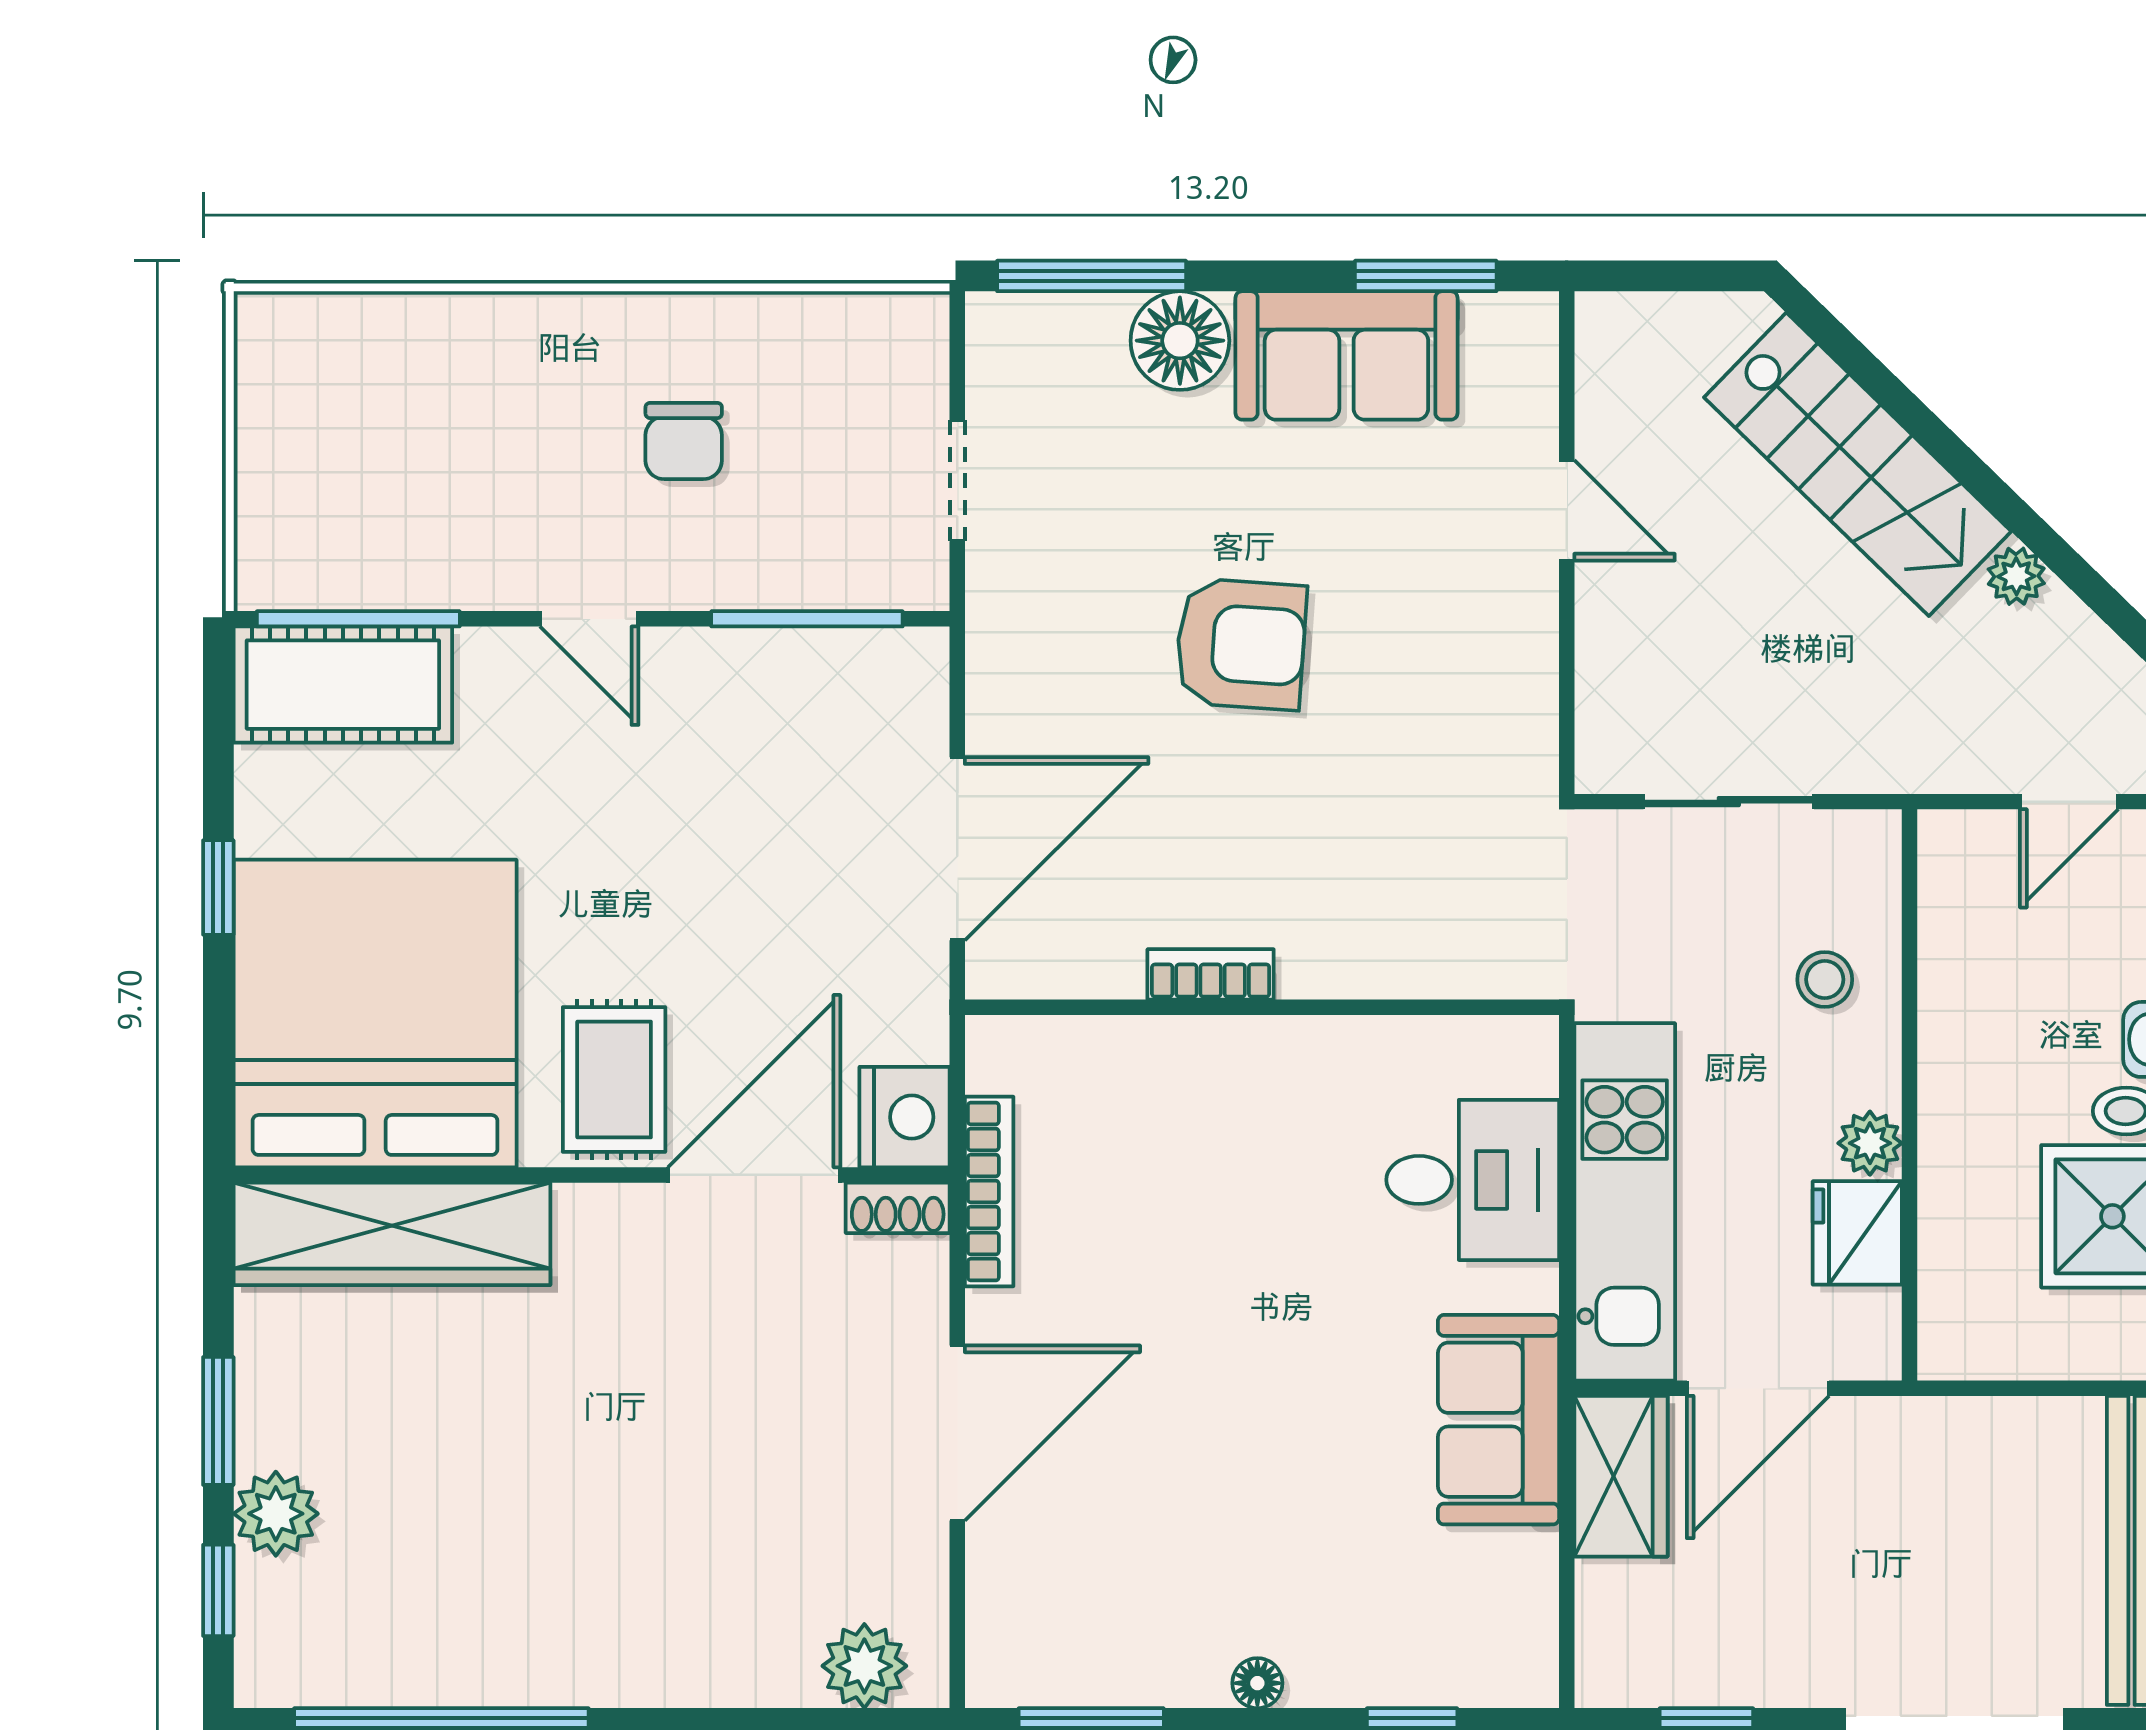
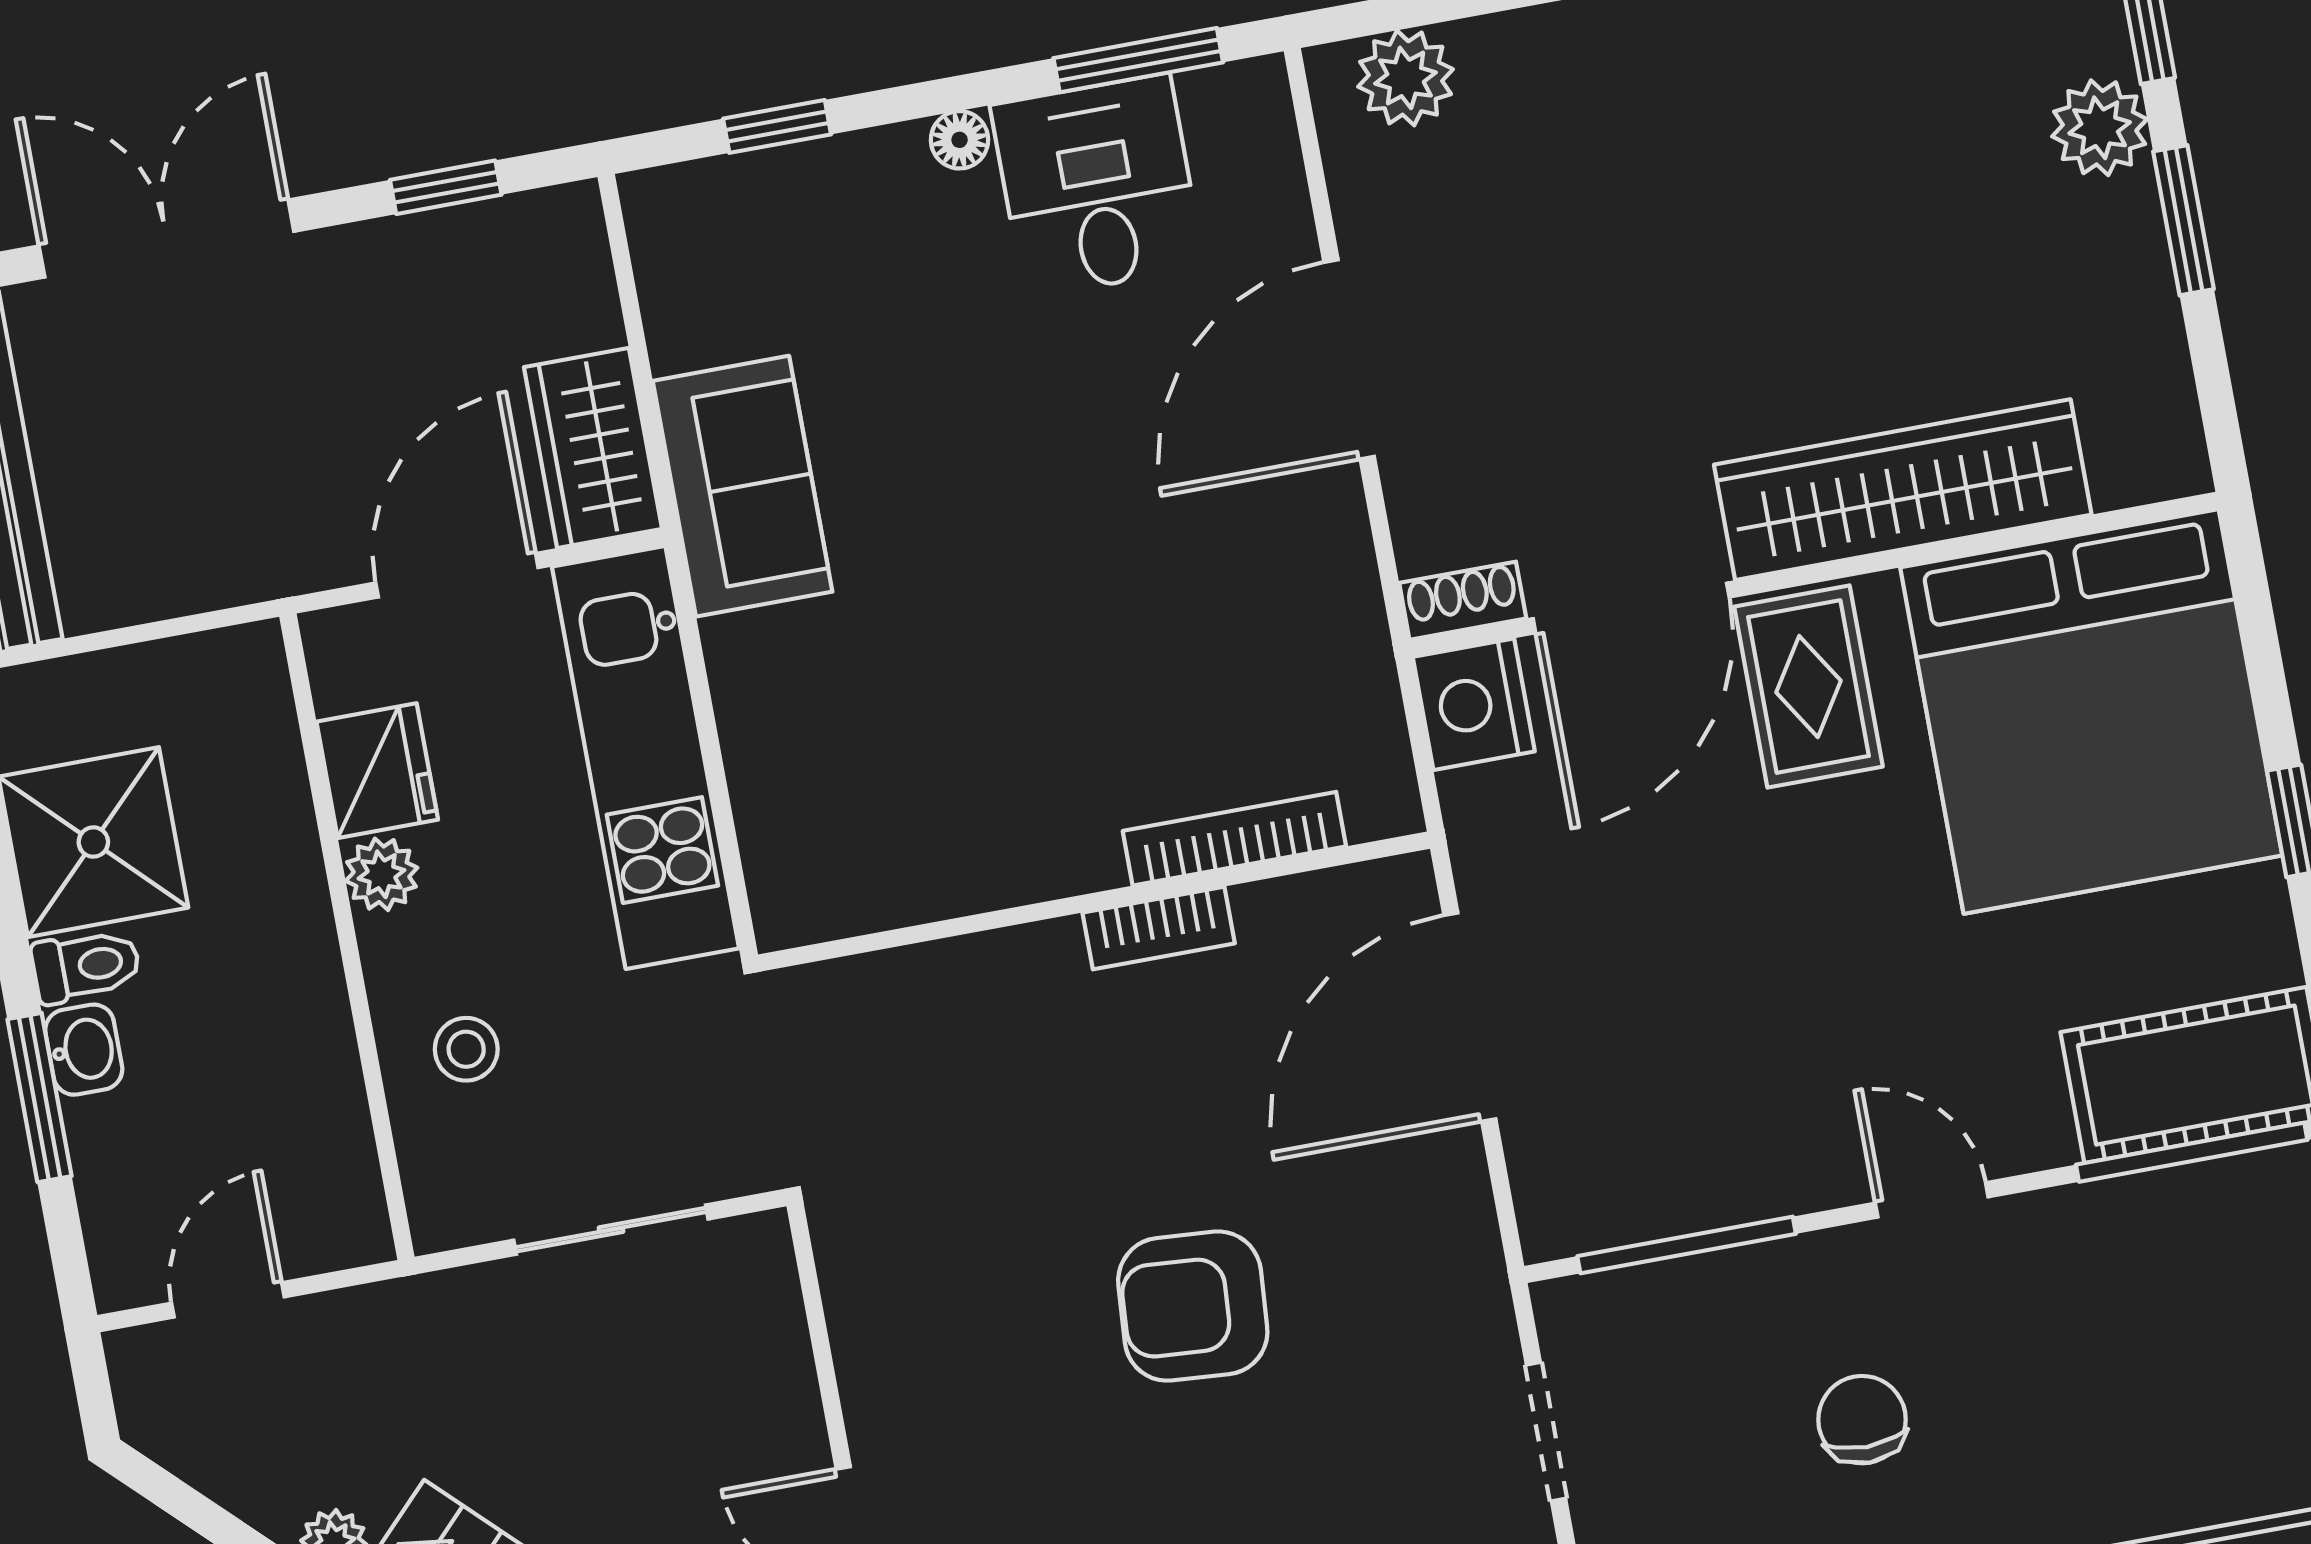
desk: (1473, 1180) -> (1097, 186), moved, turned 90
bookcase: (989, 1192) -> (1234, 839), moved, turned 90
wardrobe: (392, 1234) -> (1903, 490), moved

